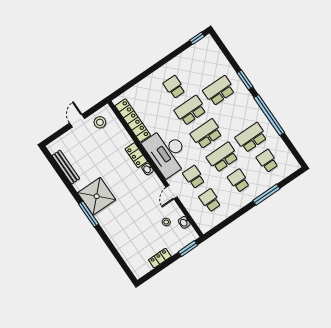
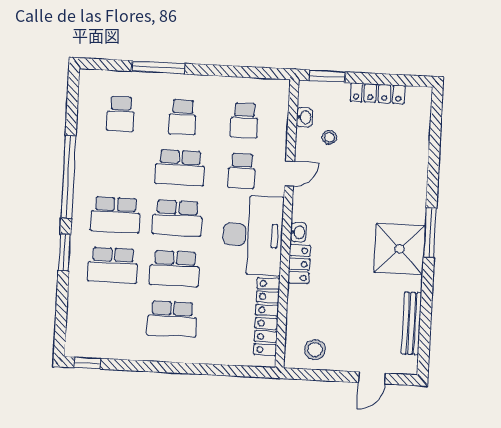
school desk: (174, 87) -> (172, 319), width x1.85
door: (77, 121) -> (372, 378), moved
school desk: (251, 138) -> (115, 215), moved
locker: (160, 258) -> (377, 93), width x1.53

